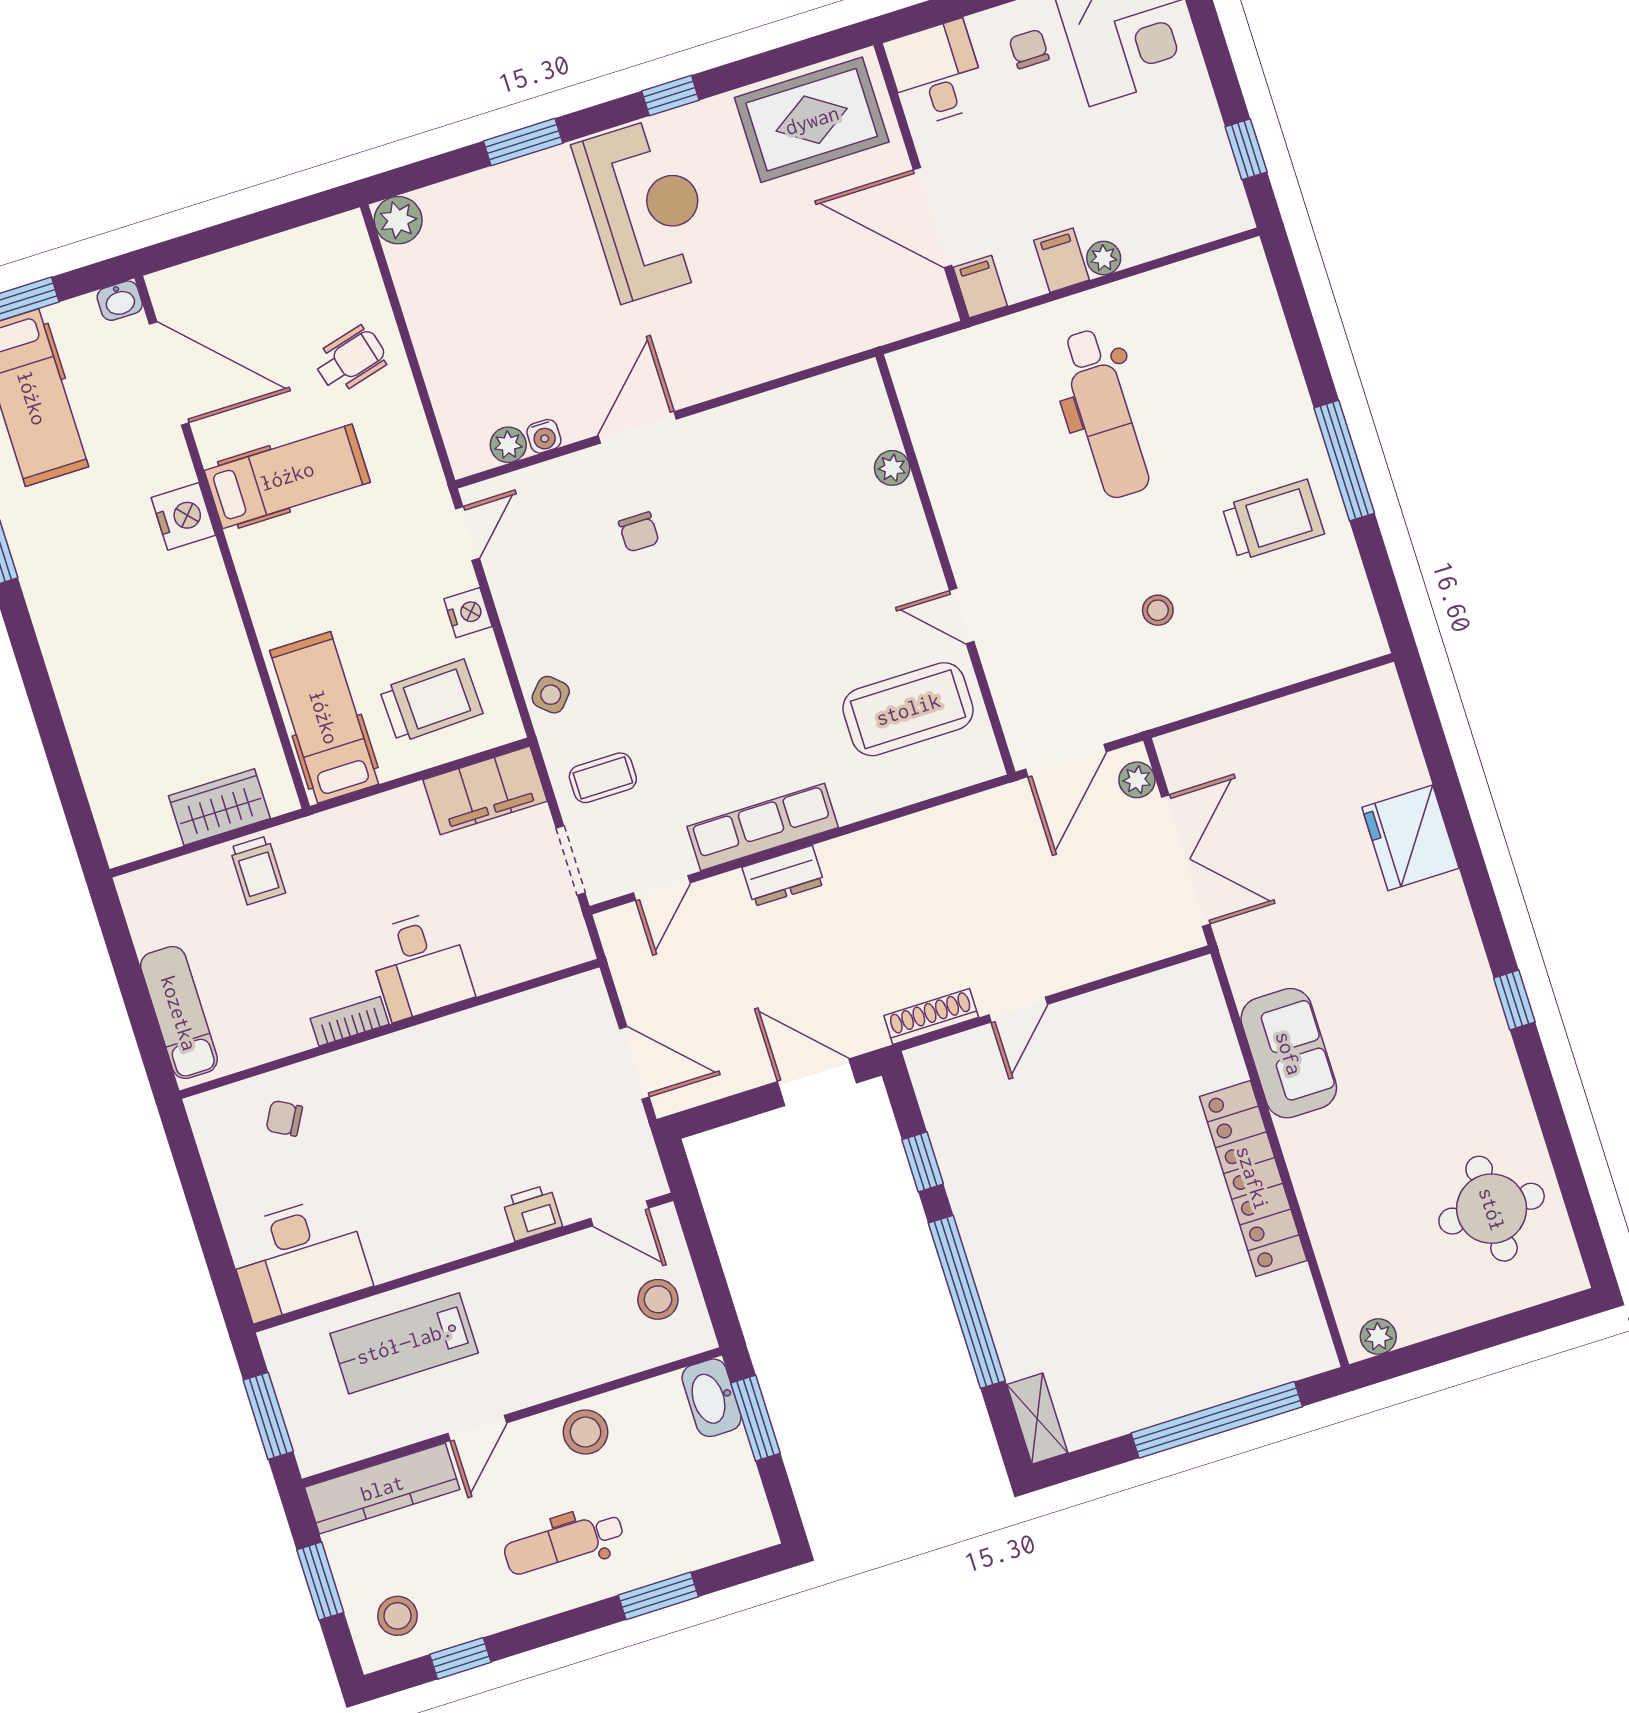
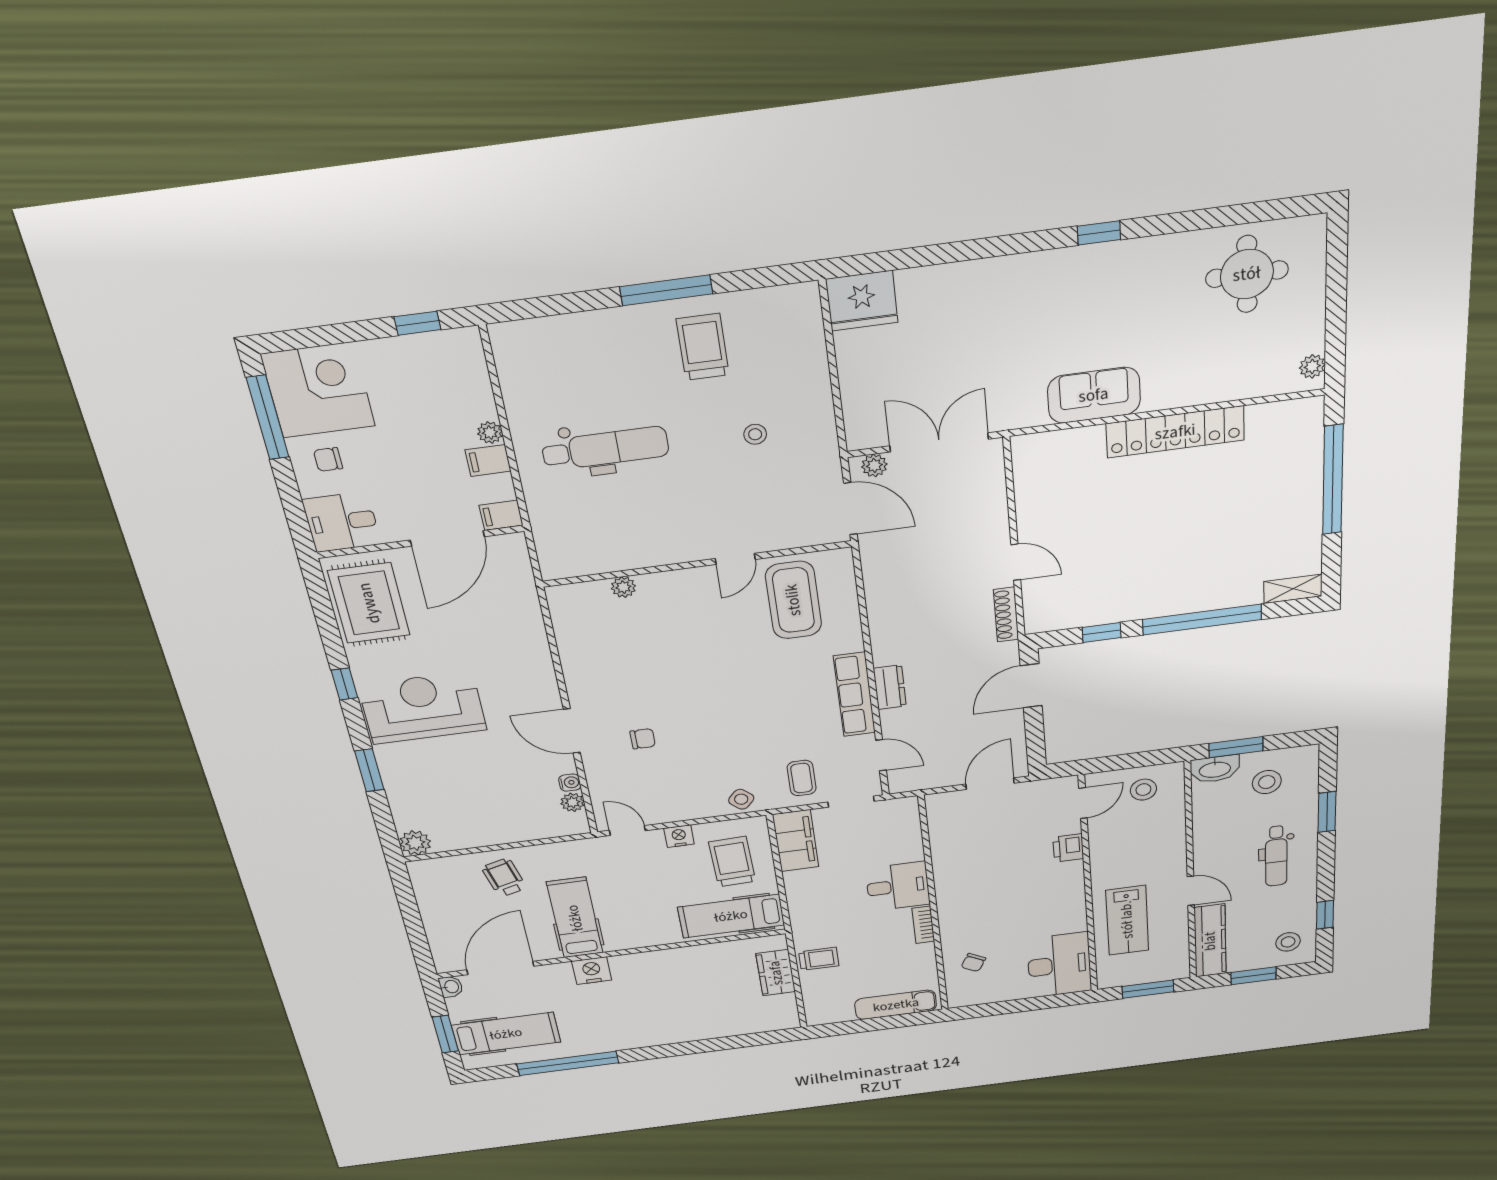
fridge: (1410, 838) -> (862, 301), moved
stool: (586, 1432) -> (1267, 782), moved

